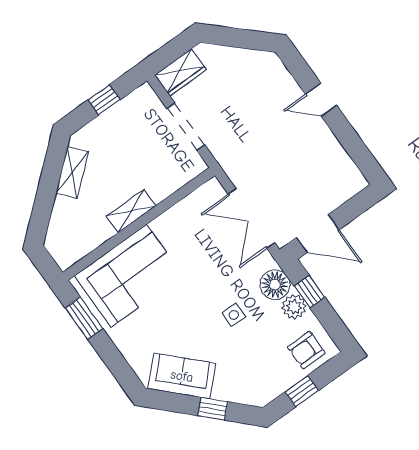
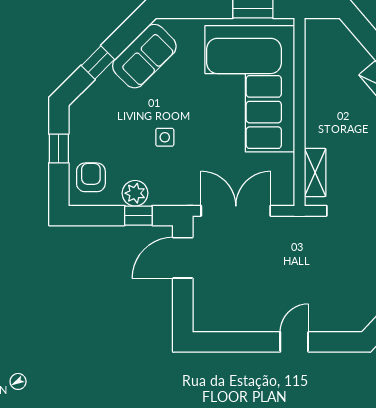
shelving: (131, 211) -> (315, 172), moved
corner sofa: (129, 276) -> (250, 89), width x1.36, depth x1.36
floor lamp: (275, 285) -> (165, 190), removed

